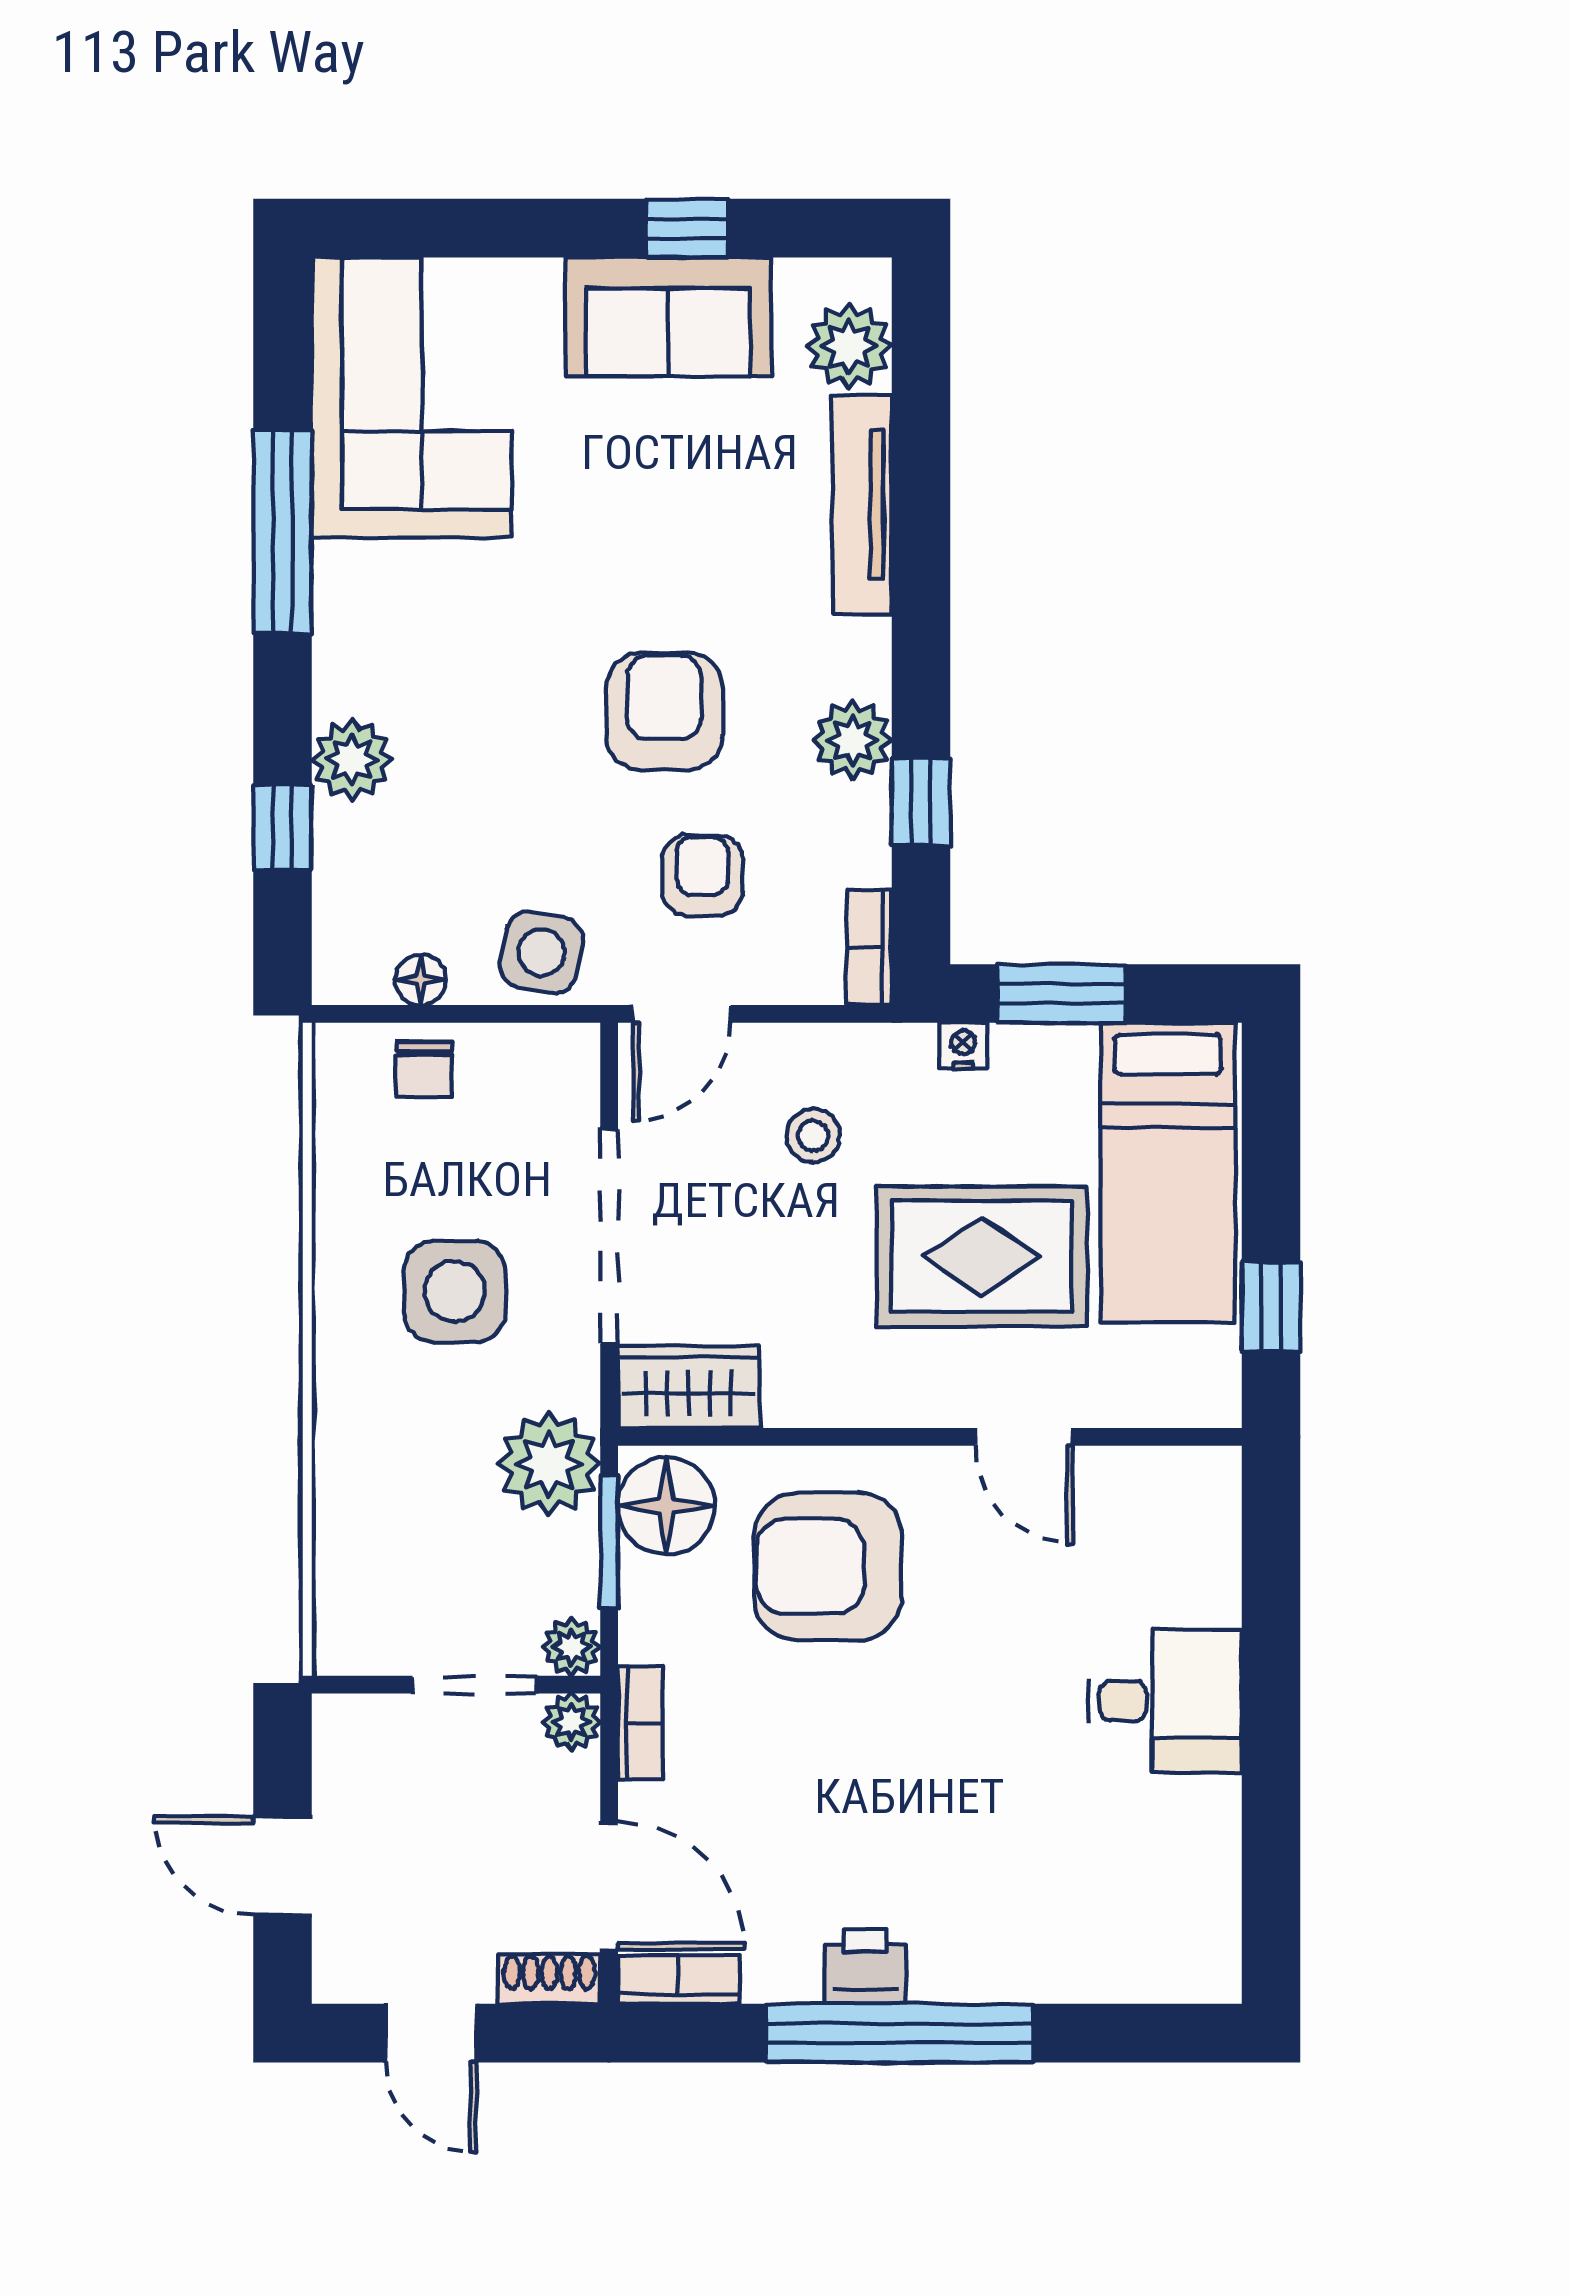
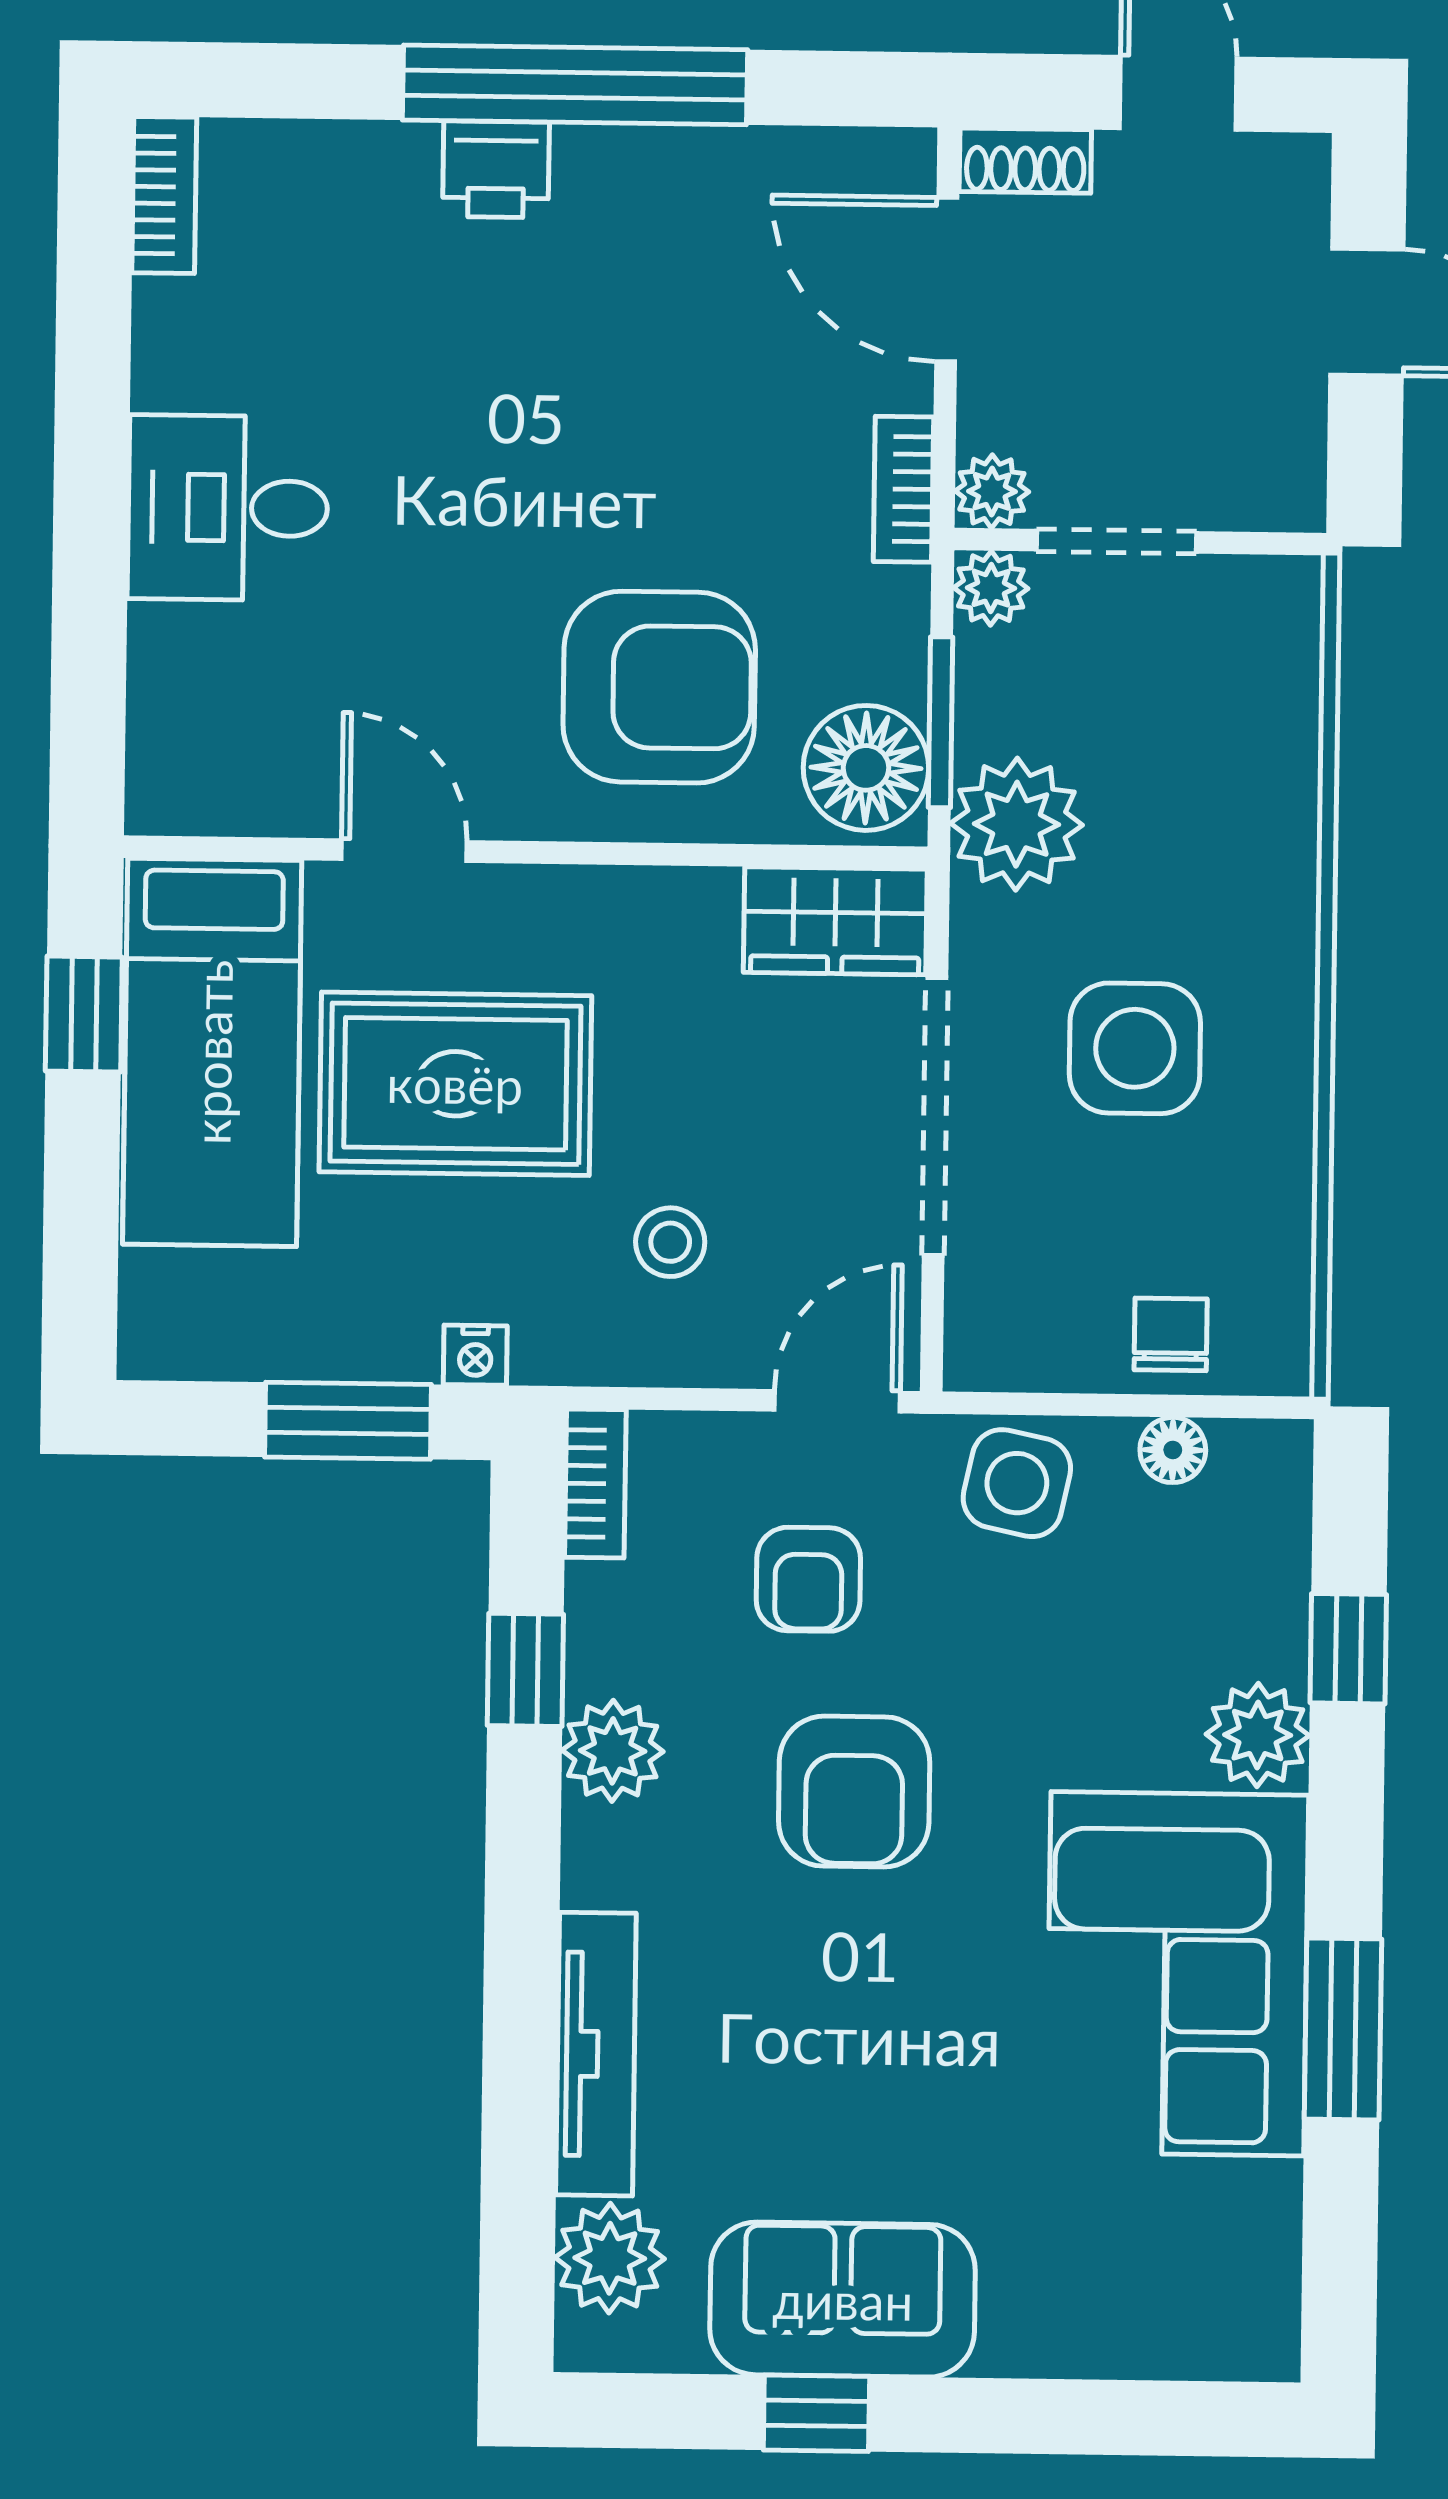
corner sofa: (412, 397) -> (1177, 1974), moved
window: (282, 532) -> (1343, 2029), width x0.69
bed: (1168, 1173) -> (212, 1052), moved, turned 180
printer: (865, 1967) -> (496, 169), moved
bookcase: (679, 1980) -> (164, 195), moved, turned -90

